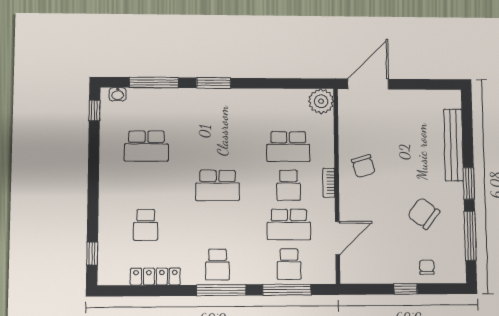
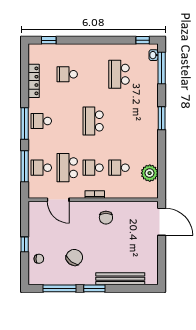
window: (154, 83) -> (162, 68), moved
plant: (321, 101) -> (150, 173), moved
school desk: (288, 147) -> (119, 168), width x0.54
chair: (363, 166) -> (106, 218), turned -74

